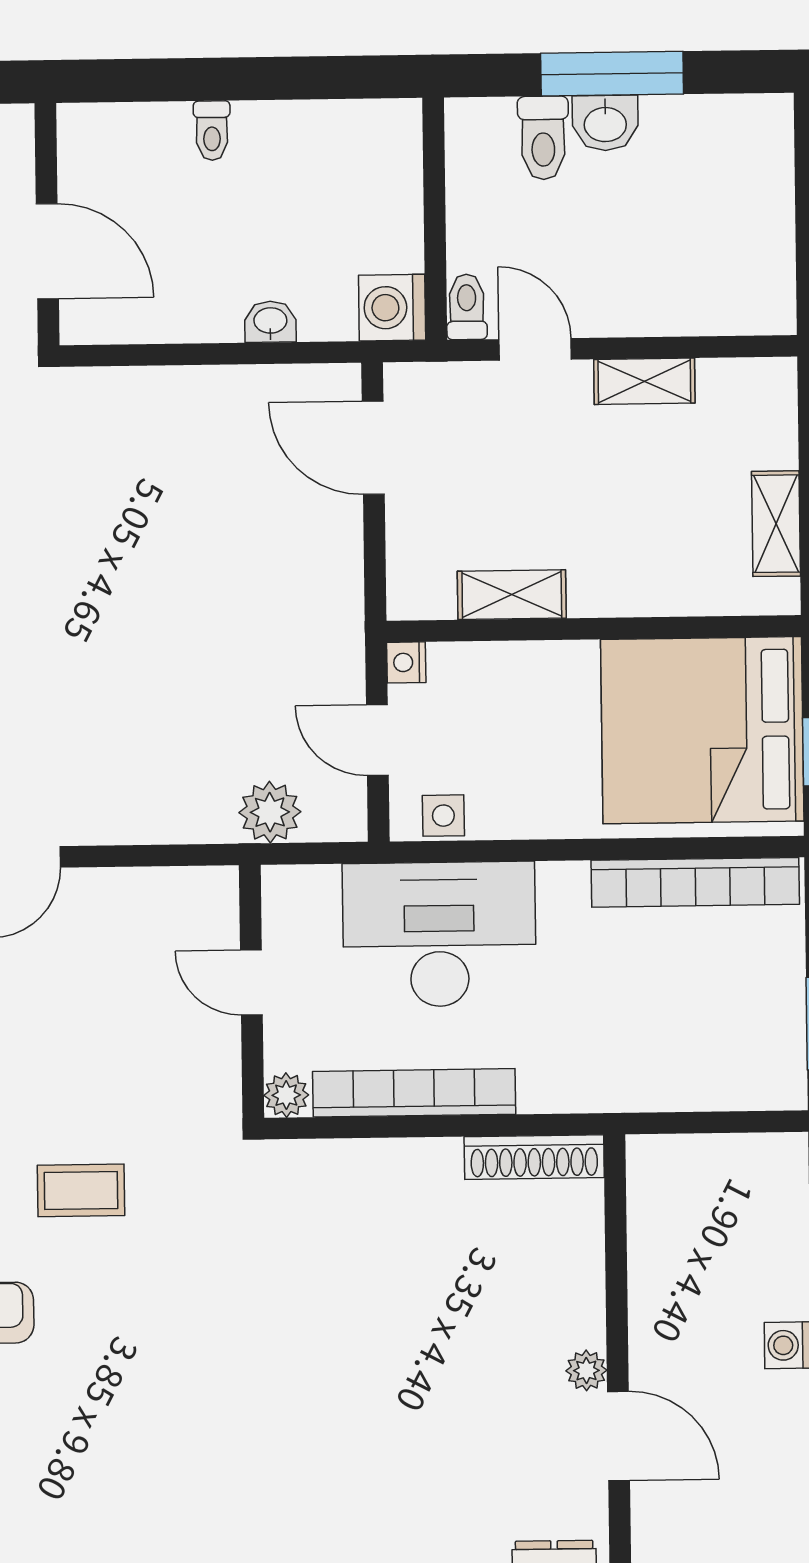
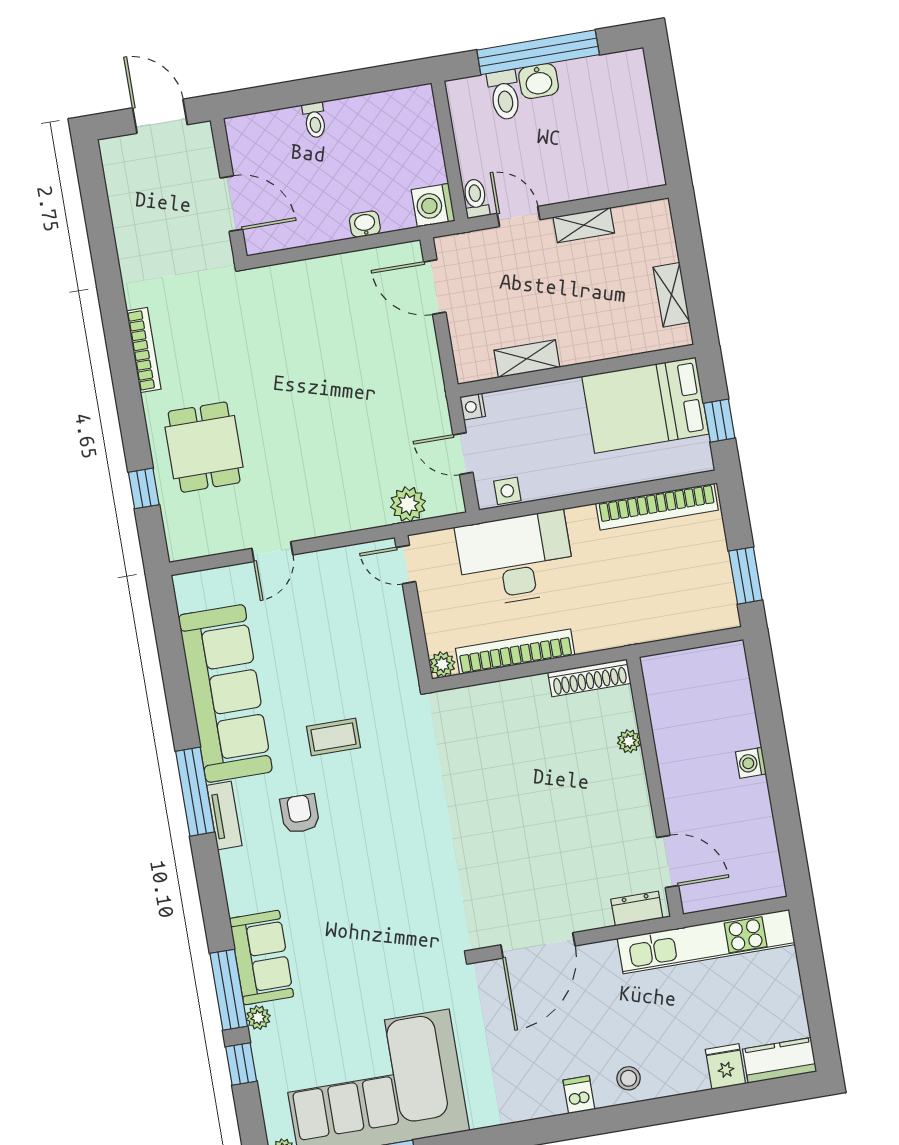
window: (612, 74) -> (538, 52), width x1.46
bed: (702, 730) -> (645, 405), width x0.73
door: (251, 982) -> (406, 564), moved
plant: (586, 1370) -> (629, 741), moved
door: (619, 1436) -> (668, 861), moved

